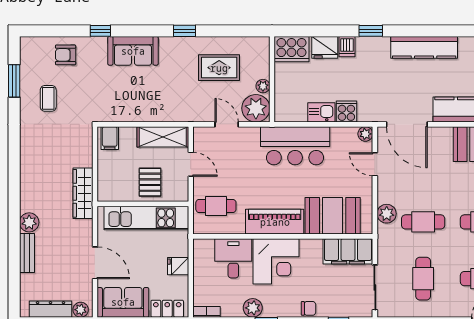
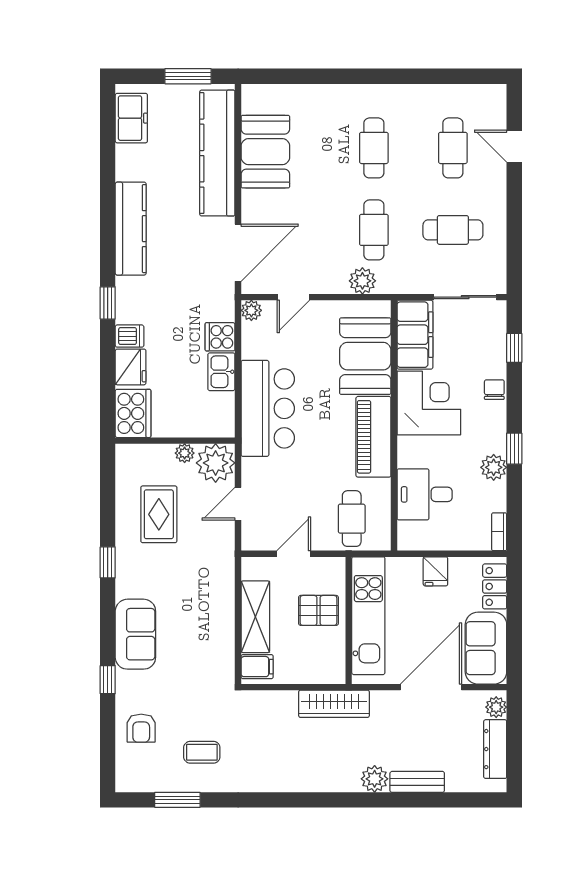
shelving: (163, 137) -> (255, 617), moved
corner desk: (276, 261) -> (429, 403), moved
door: (95, 263) -> (431, 687), width x1.36

